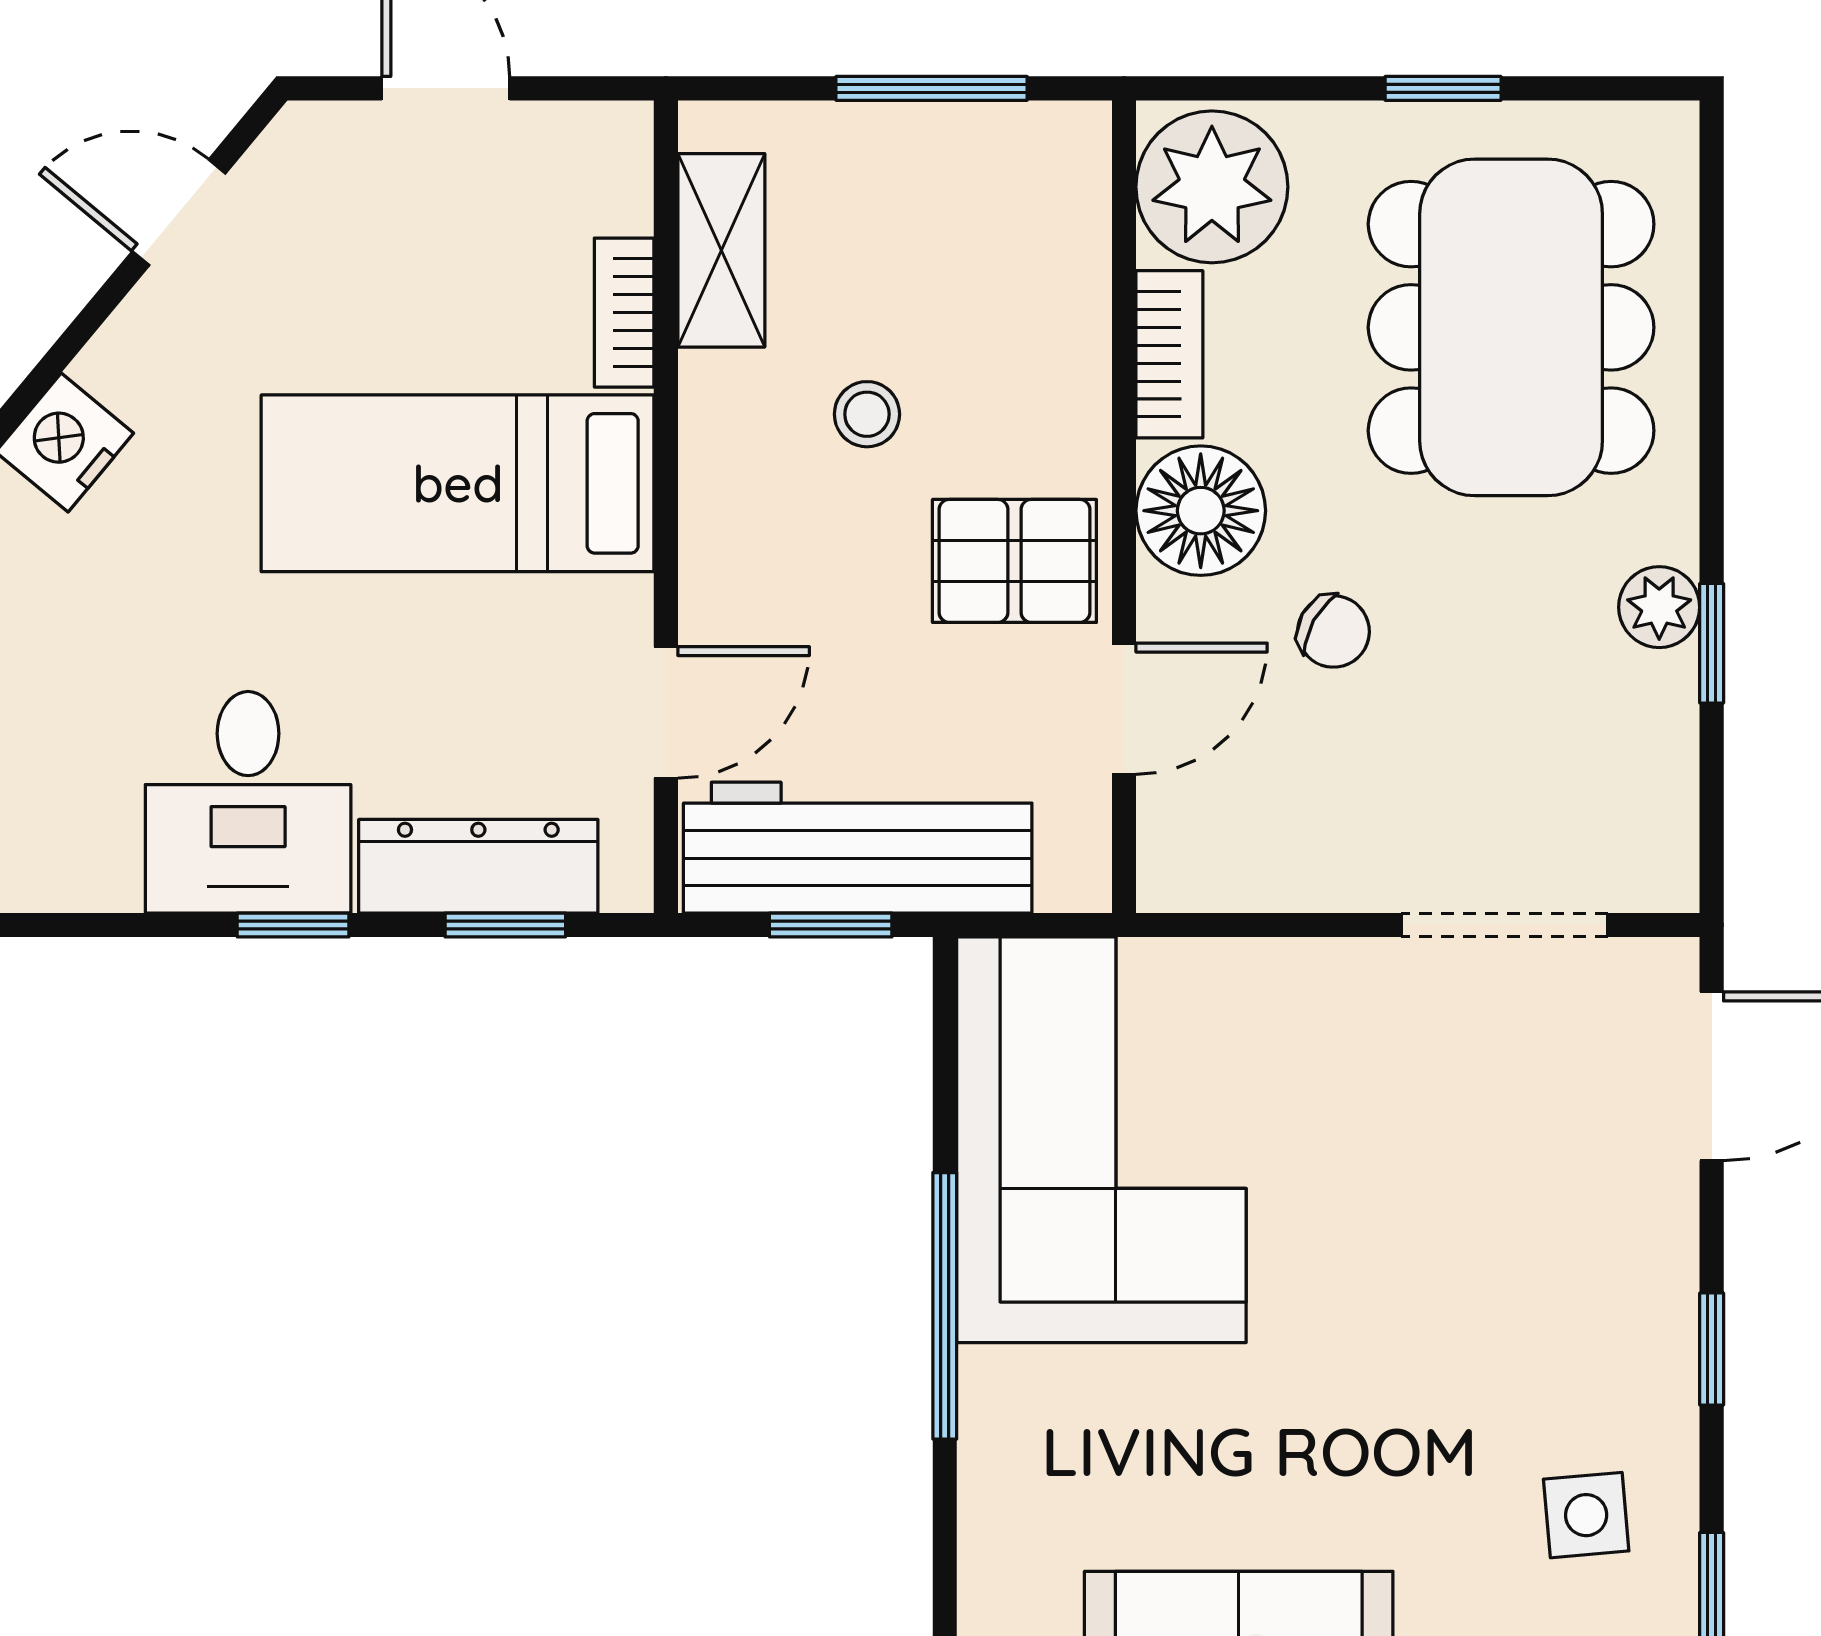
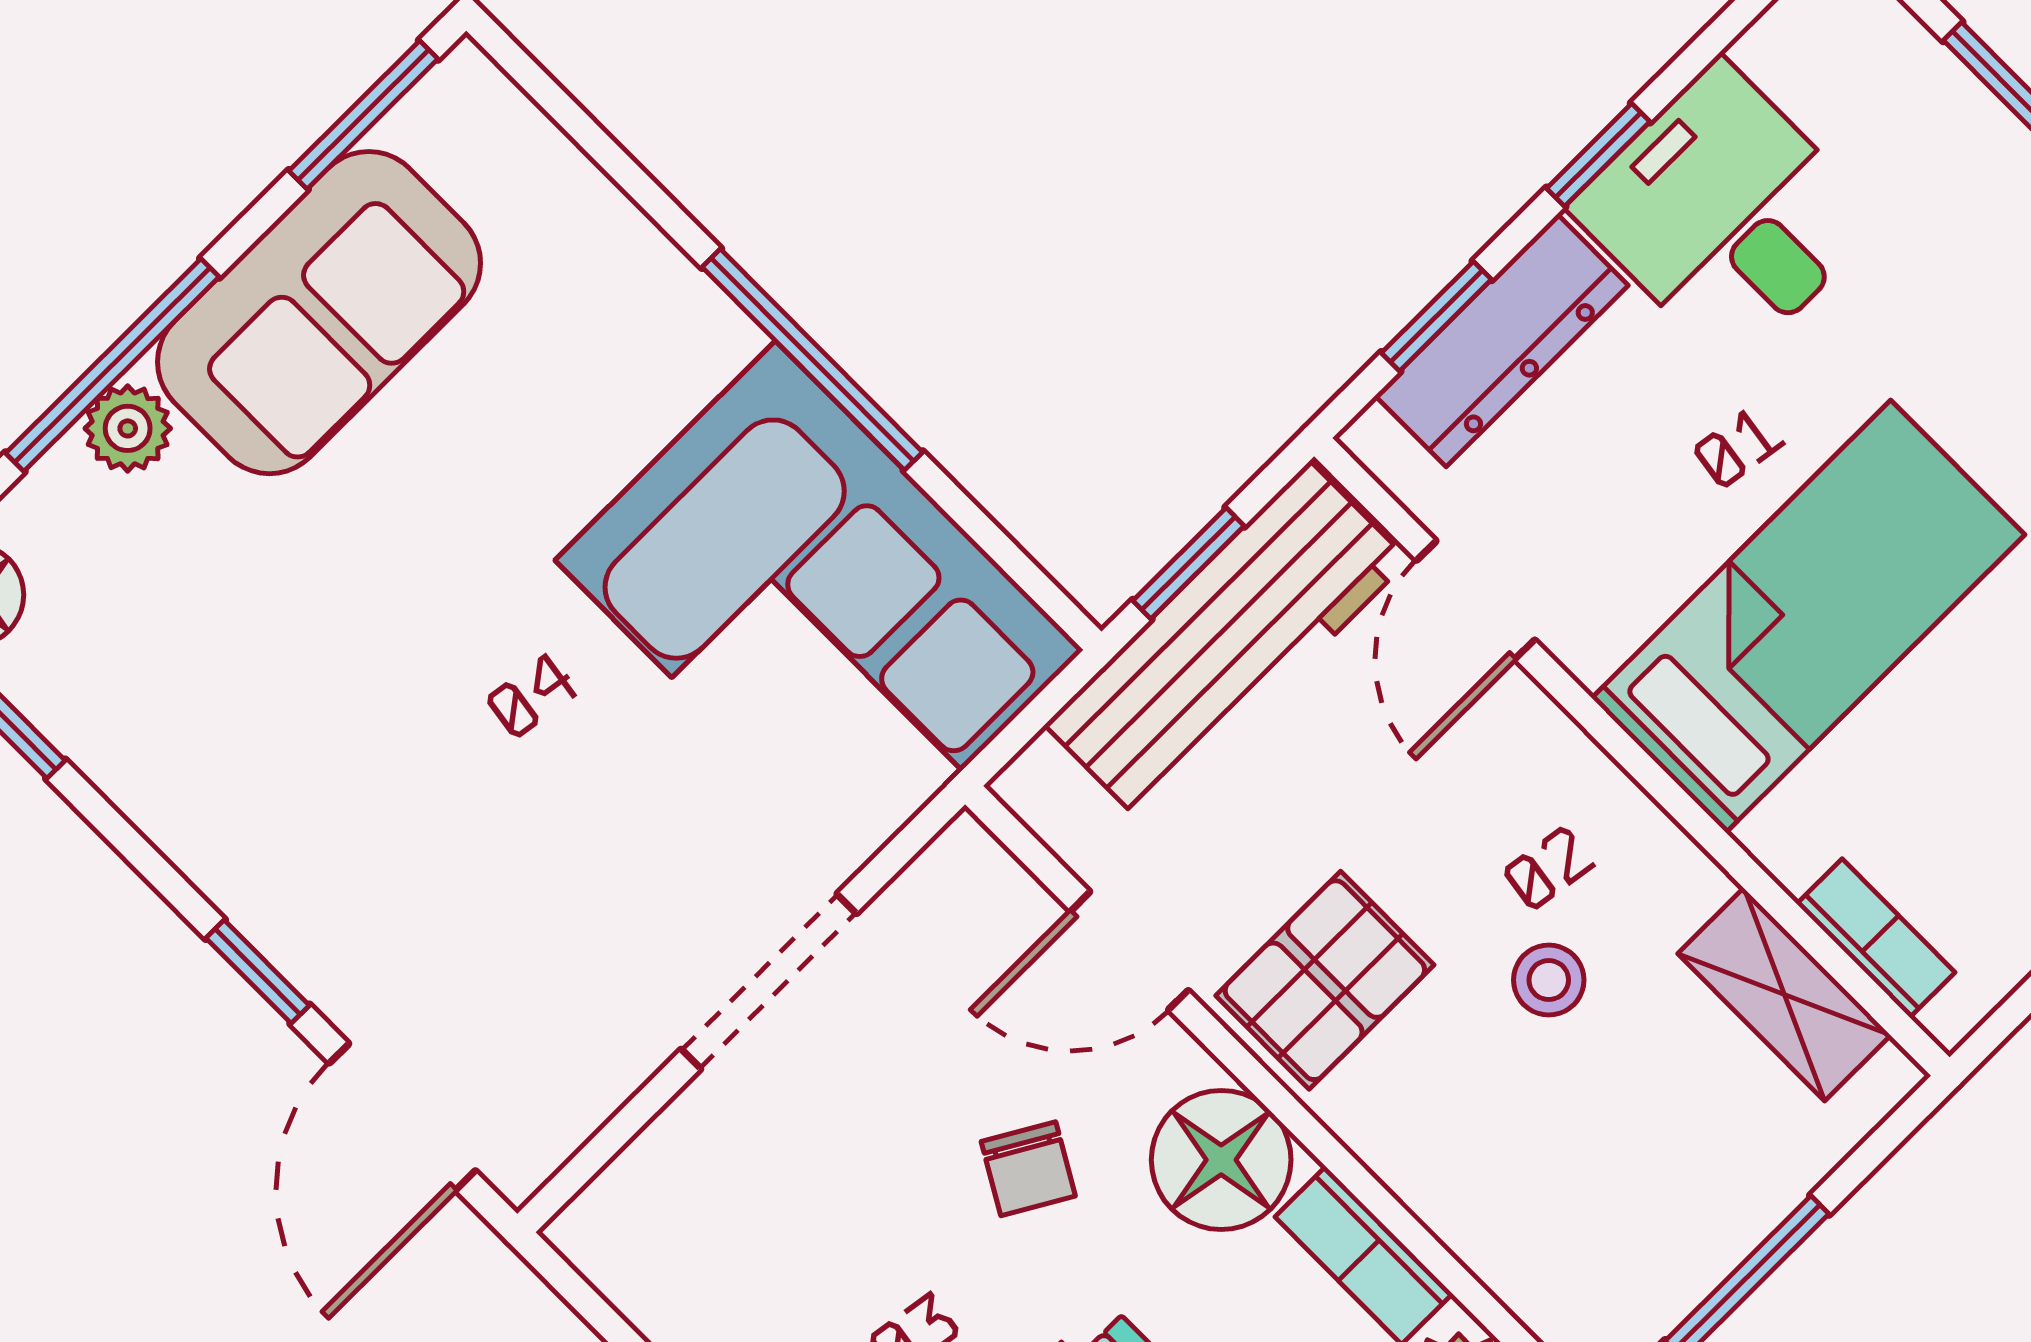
bookcase: (624, 313) -> (1876, 938), moved
chair: (1333, 631) -> (1028, 1169), turned -89
door: (1124, 709) -> (1129, 951), hinge flipped
doorway: (1505, 925) -> (769, 981), moved
window: (1712, 1349) -> (258, 972), moved
side table: (1586, 1515) -> (165, 687), removed

